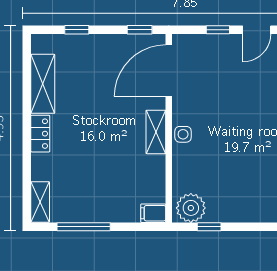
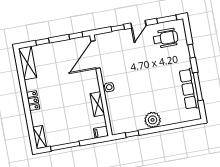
shelving: (43, 84) -> (28, 63), moved
shelving: (156, 132) -> (97, 104), moved
plant: (191, 208) -> (153, 120), moved

